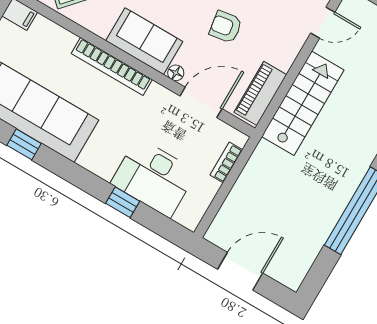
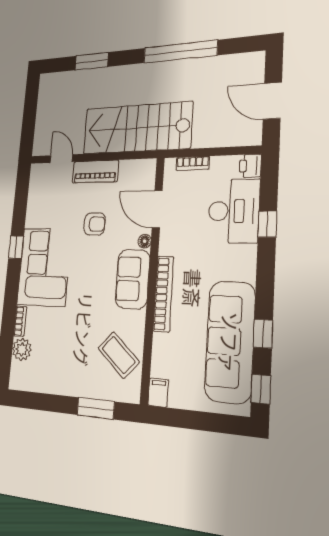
armchair: (226, 27) -> (95, 224), turned -81
piano: (260, 93) -> (95, 172), moved
stairs: (303, 103) -> (137, 128), width x1.36, depth x1.51
printer: (189, 216) -> (250, 166), added

